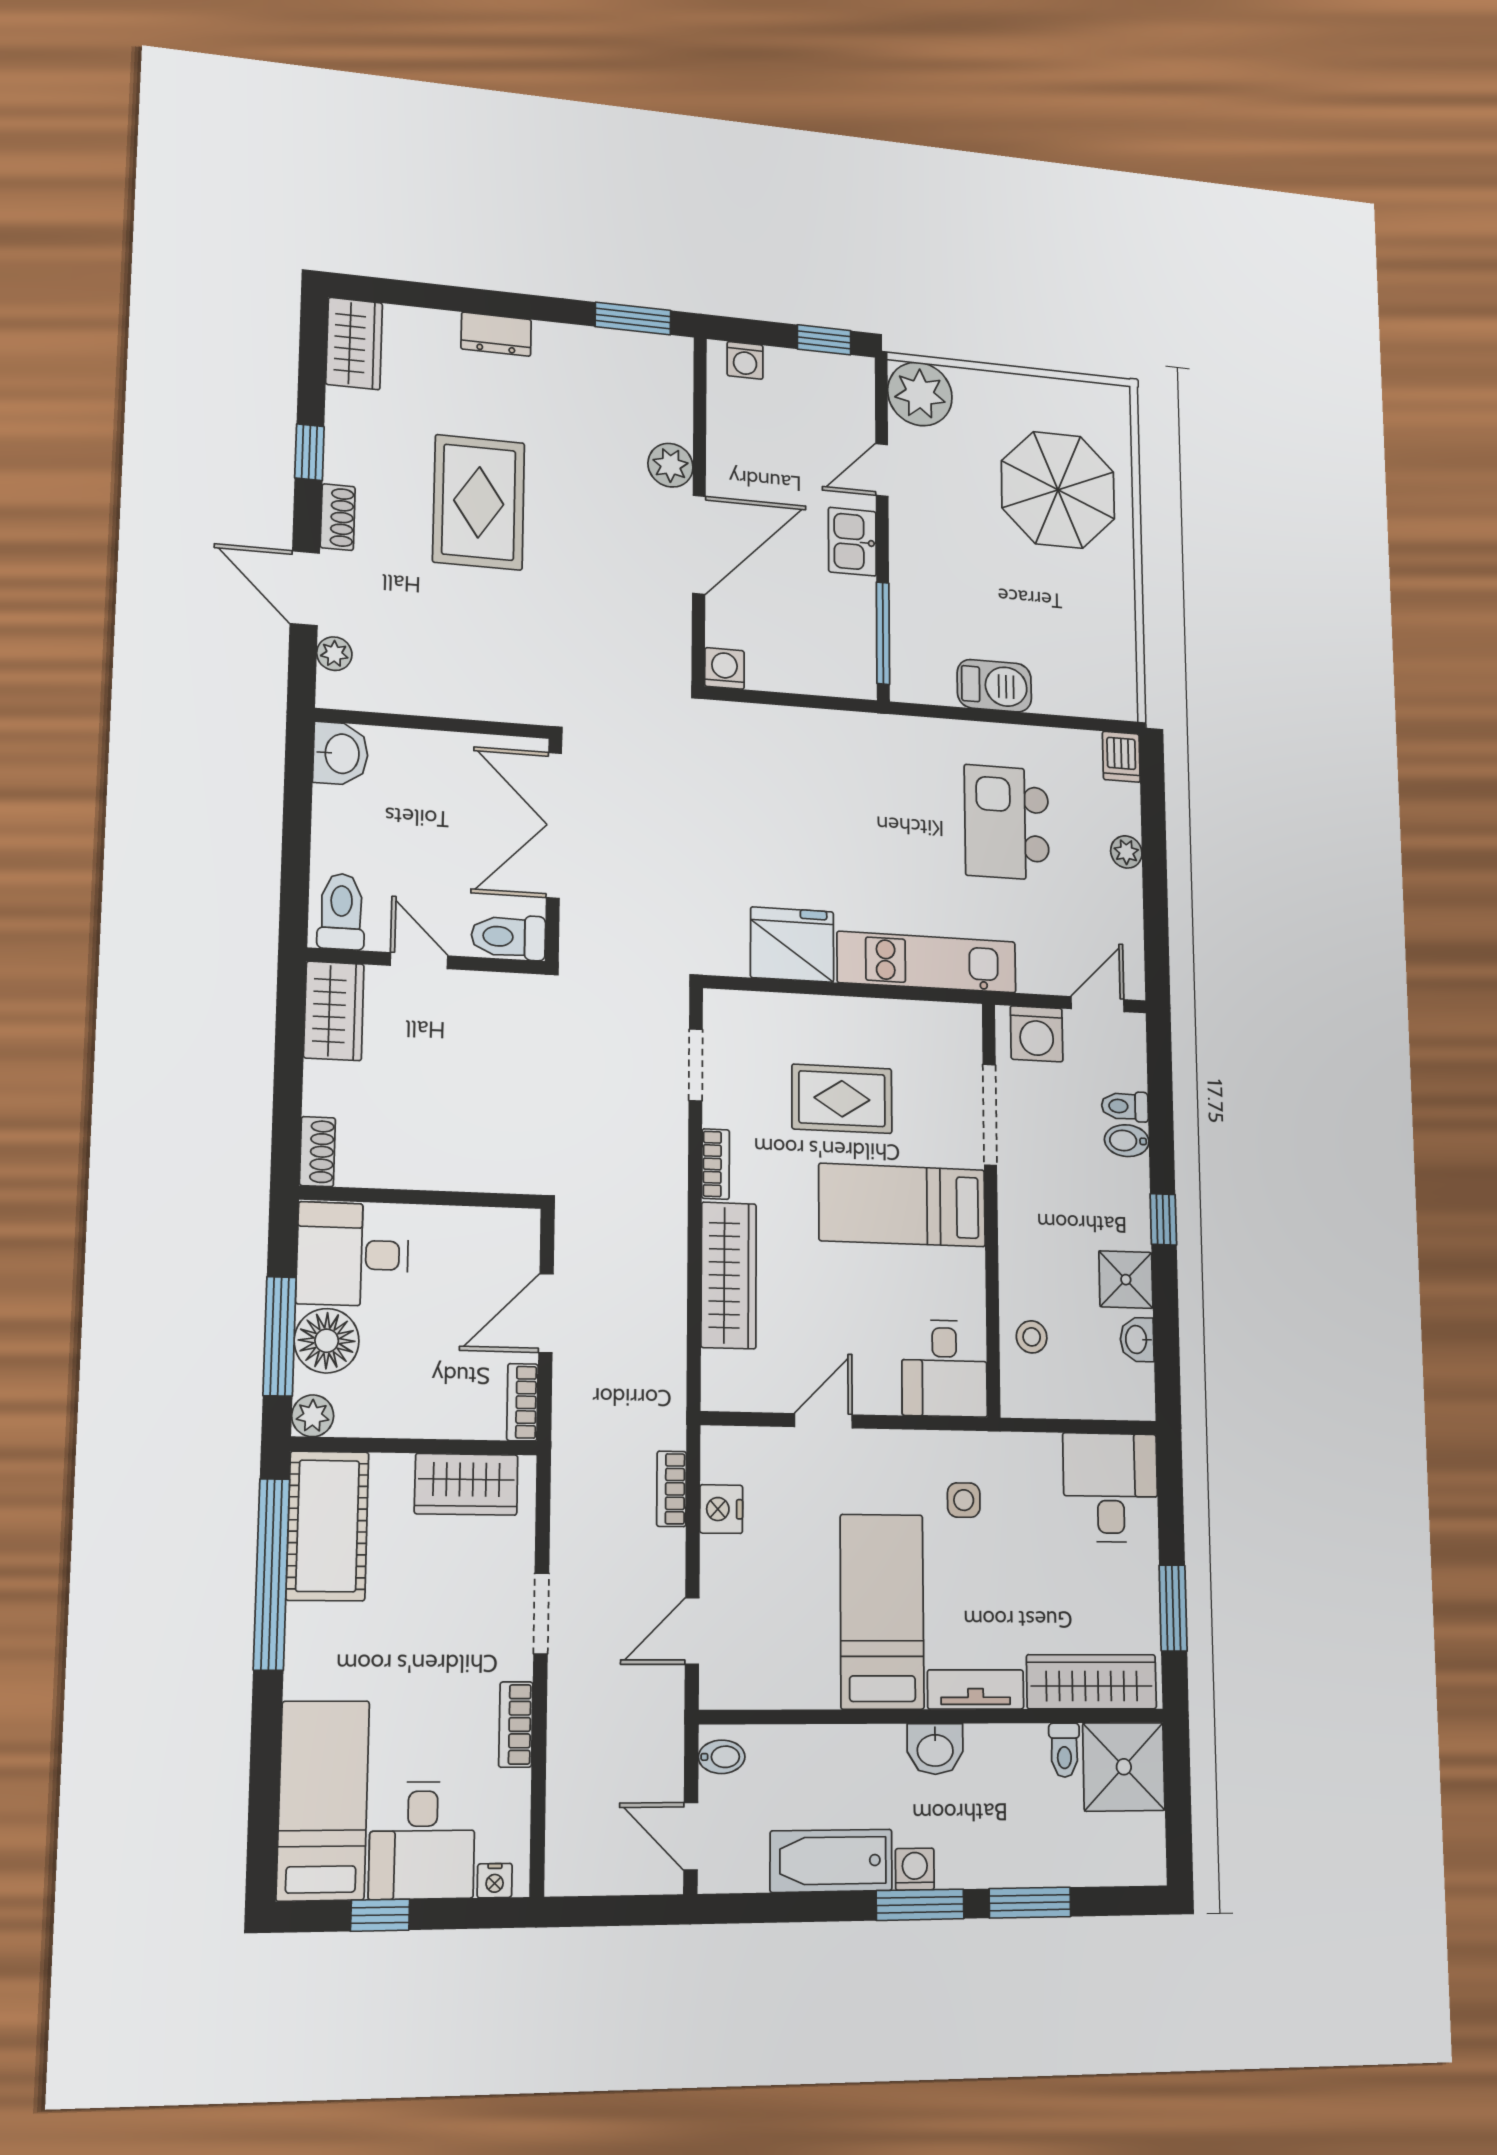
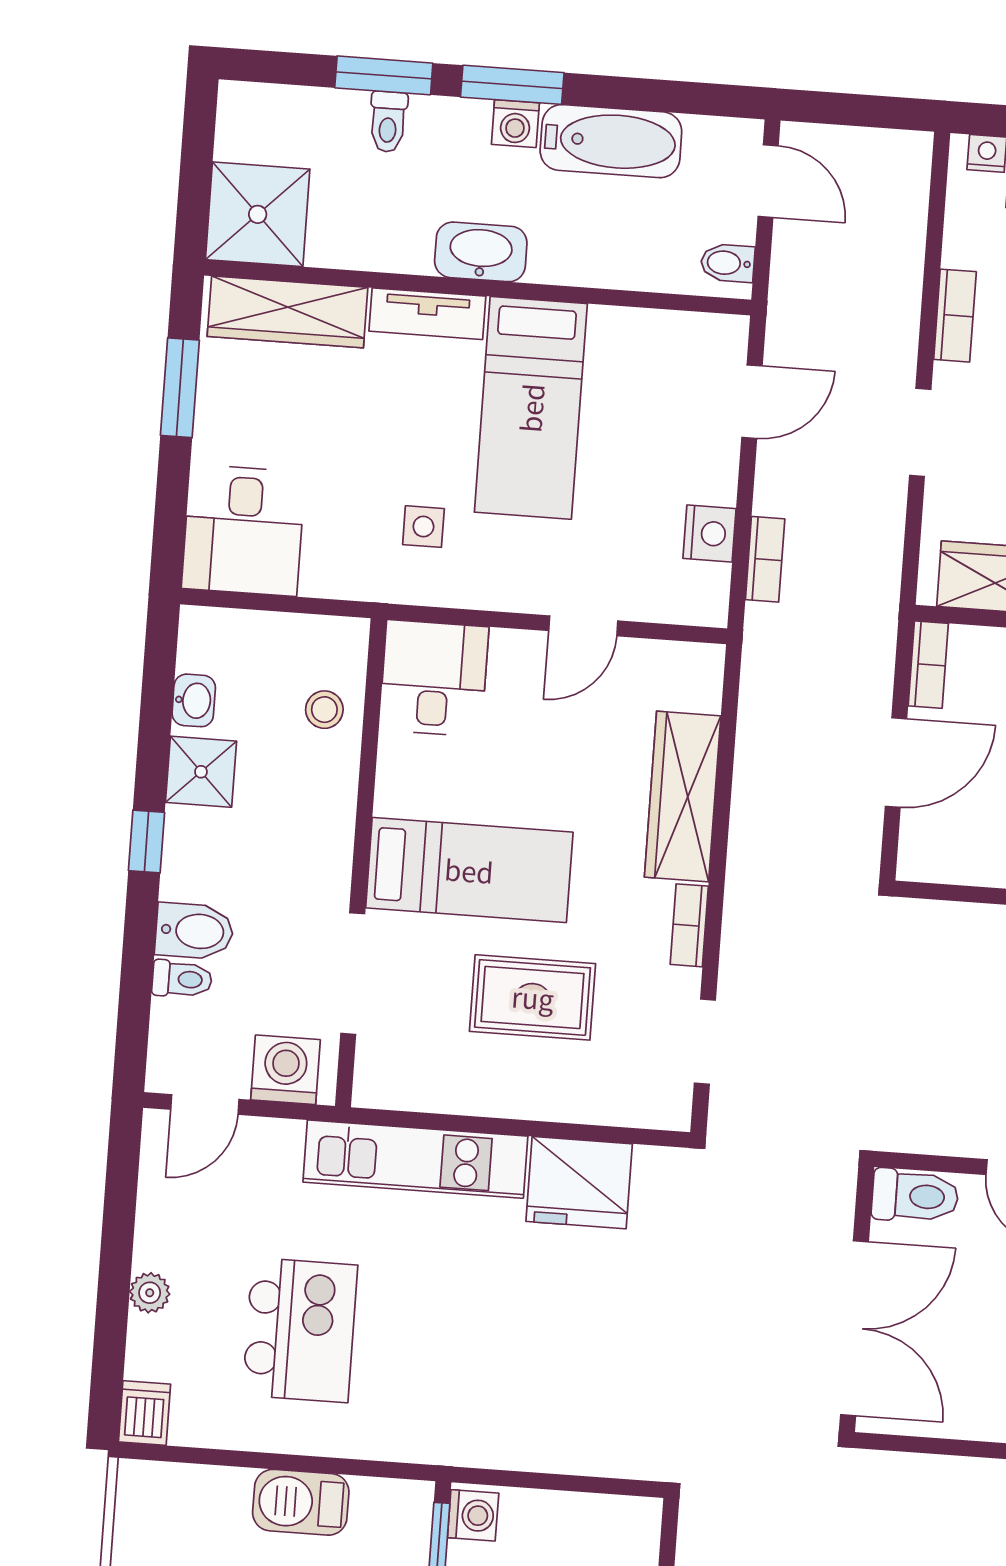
washing machine: (724, 668) -> (473, 1515), moved, turned -90
bidet: (1127, 1141) -> (194, 931), width x1.38, depth x1.36
washbasin: (935, 1749) -> (481, 252), width x1.38
toilet: (1064, 1750) -> (388, 122), moved, turned 180

